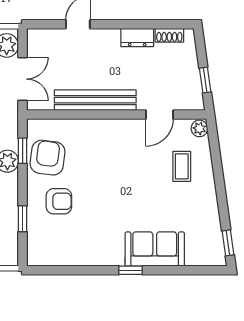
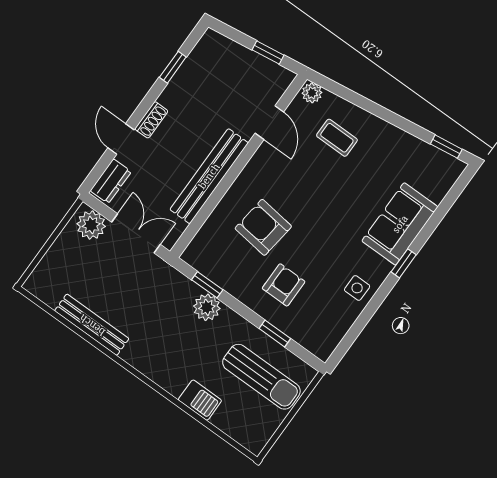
window: (150, 24) -> (173, 67), added
shoe rack: (169, 35) -> (151, 120), moved
dresser: (137, 37) -> (111, 181), moved
armchair: (48, 158) -> (263, 227), moved
side table: (92, 251) -> (357, 288), added

